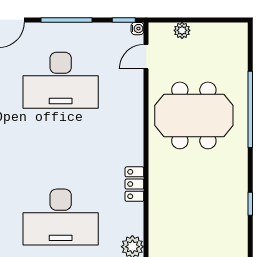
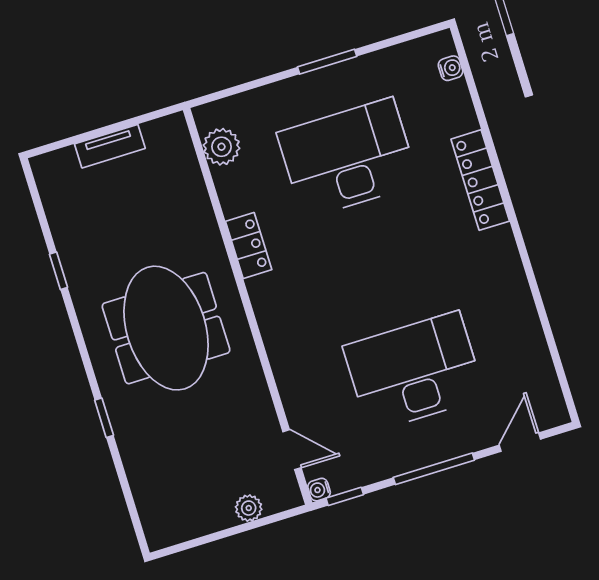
door: (146, 57) -> (292, 450), hinge flipped
window: (250, 109) -> (104, 418), width x0.32
meeting table: (194, 115) -> (166, 328), moved, turned 90

